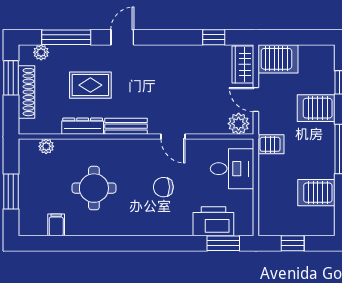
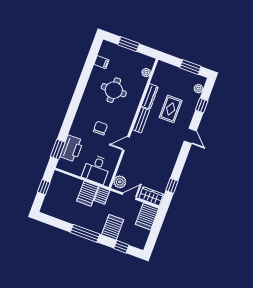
window: (66, 37) -> (202, 105), width x0.46
shoe rack: (26, 92) -> (180, 73), removed
server rack: (316, 193) -> (88, 194), moved, turned 180

